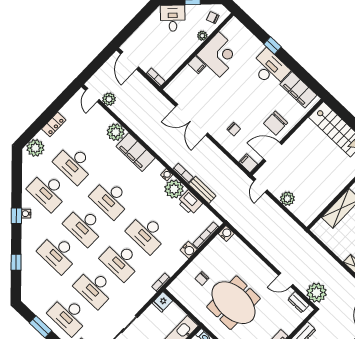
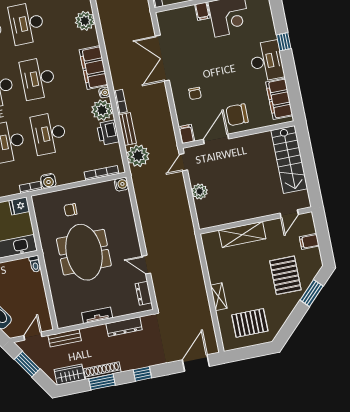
filing cabinet: (136, 152) -> (94, 68), moved
door: (273, 152) -> (216, 139), hinge flipped
water cooler: (189, 250) -> (48, 181), moved
plant: (317, 293) -> (138, 156), moved

